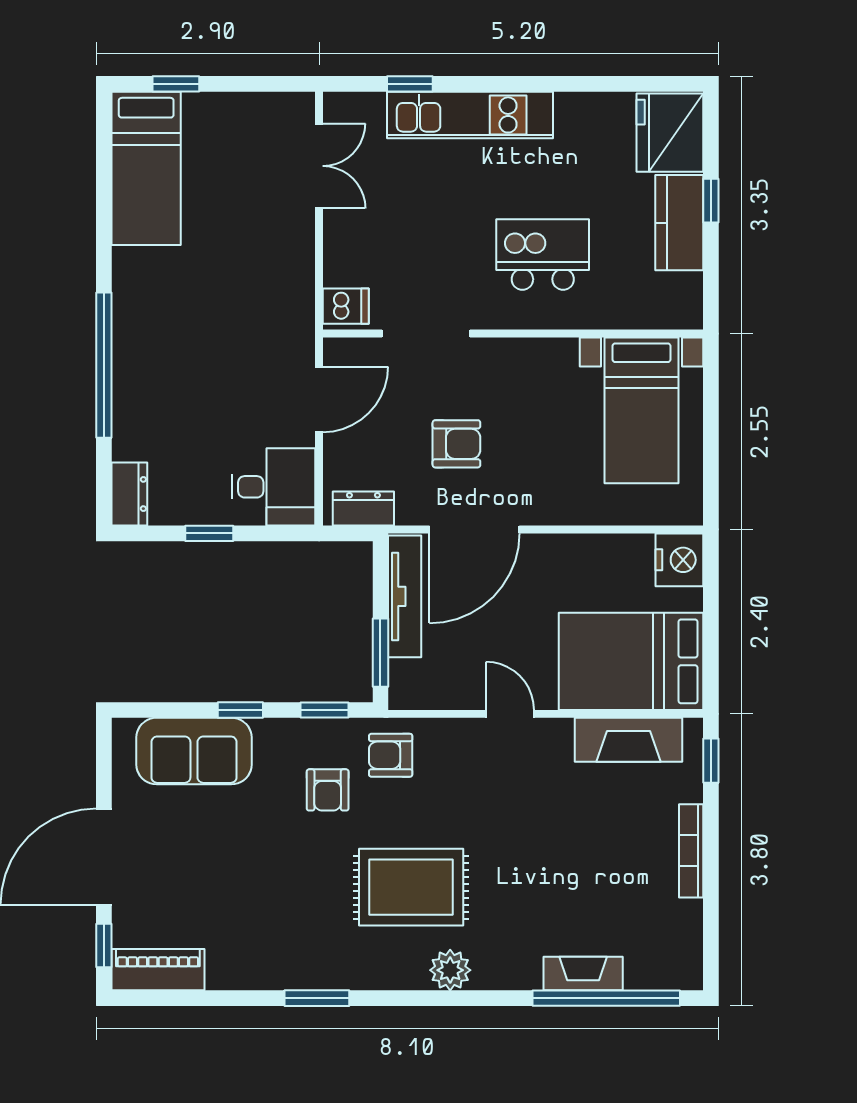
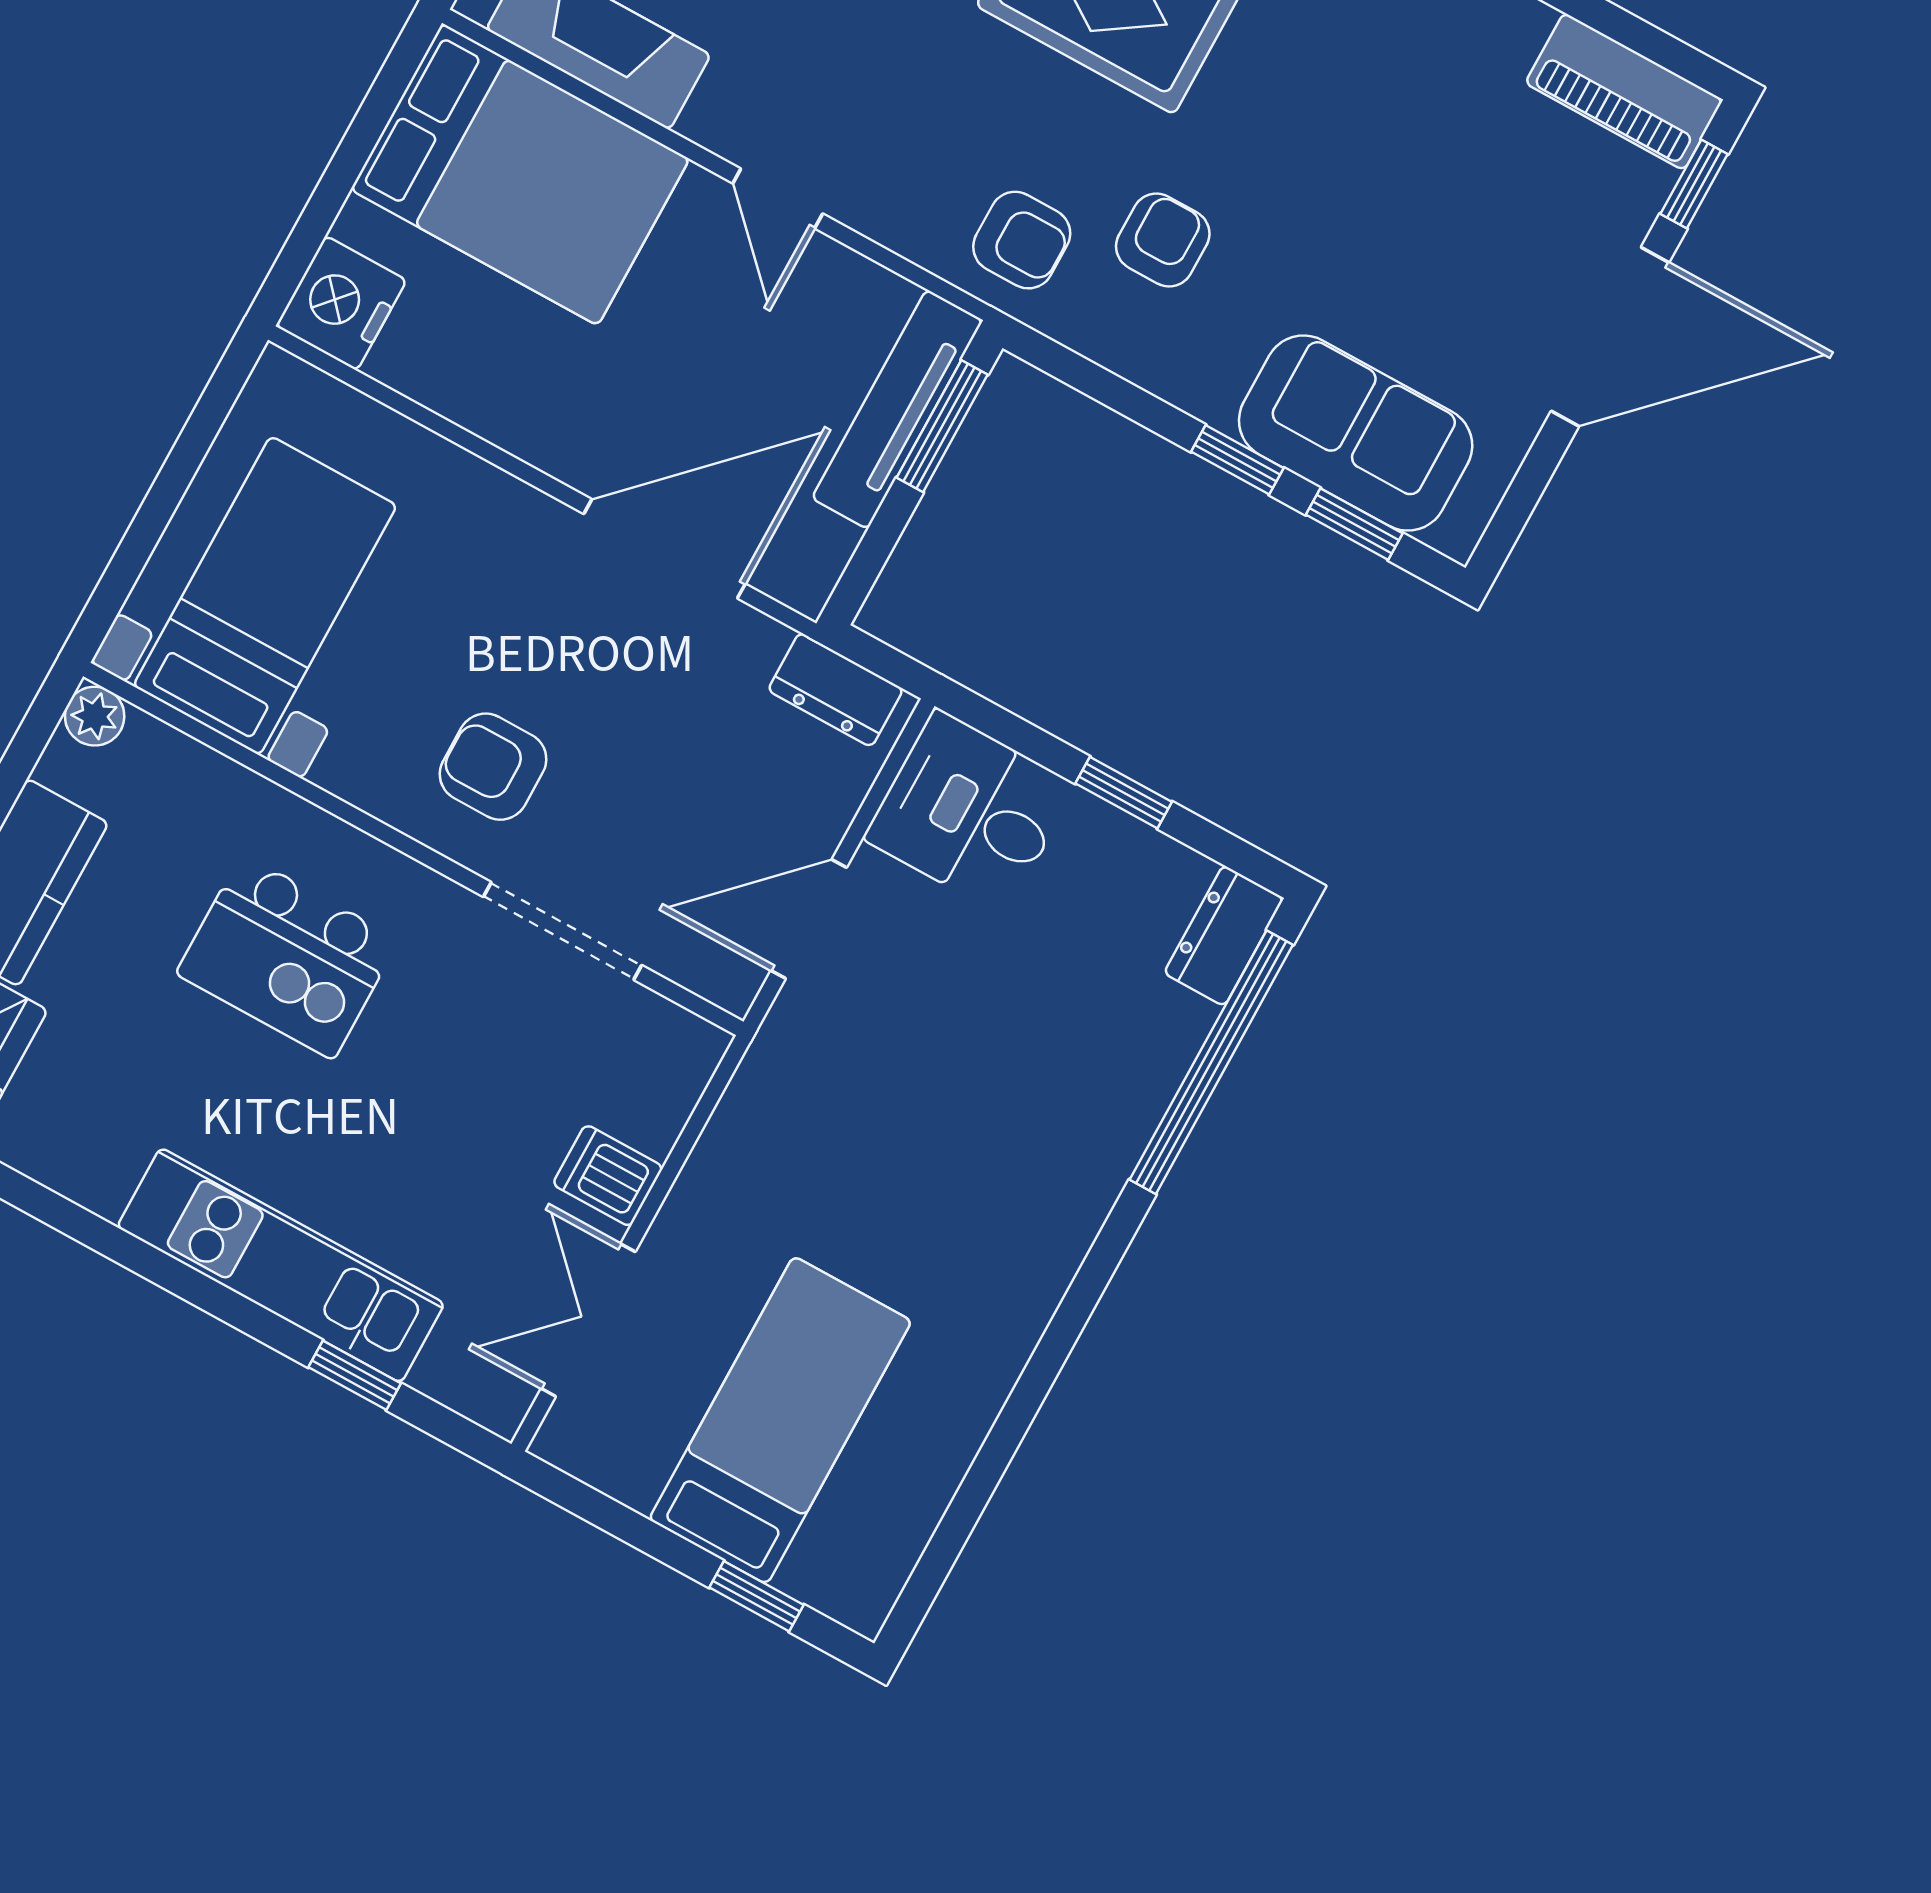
bed: (146, 168) -> (780, 1420), moved
dishwasher: (346, 306) -> (608, 1176), moved
plant: (688, 315) -> (95, 716), added
window: (104, 365) -> (1211, 1062), moved
armchair: (456, 444) -> (493, 767), moved
tv unit: (405, 596) -> (897, 409), moved
window: (324, 710) -> (1354, 524), moved

